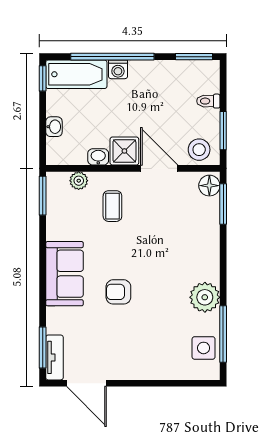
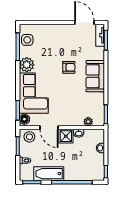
washing machine: (118, 69) -> (69, 176), removed
bathtub: (76, 74) -> (49, 174), moved
coffee table: (112, 206) -> (72, 109), removed
corner sofa: (190, 239) -> (34, 93), added

